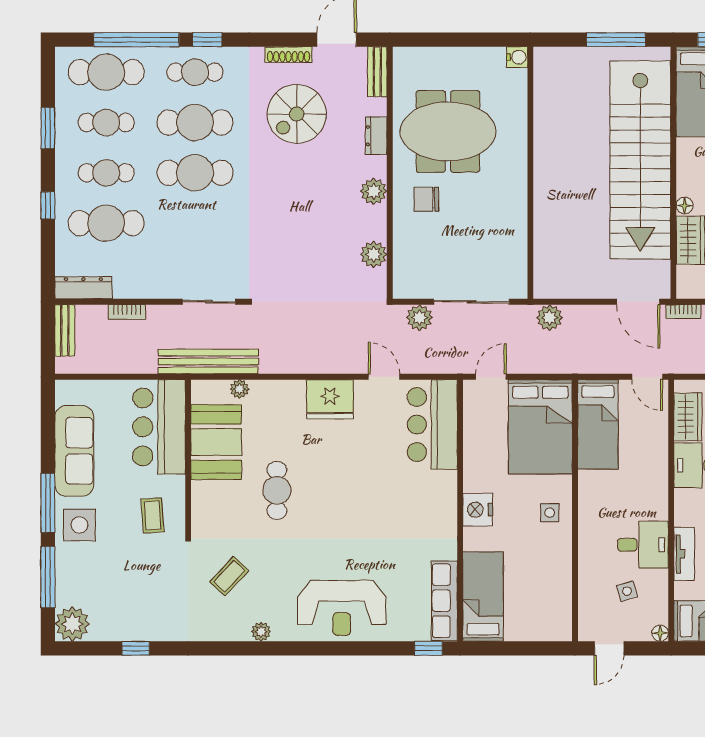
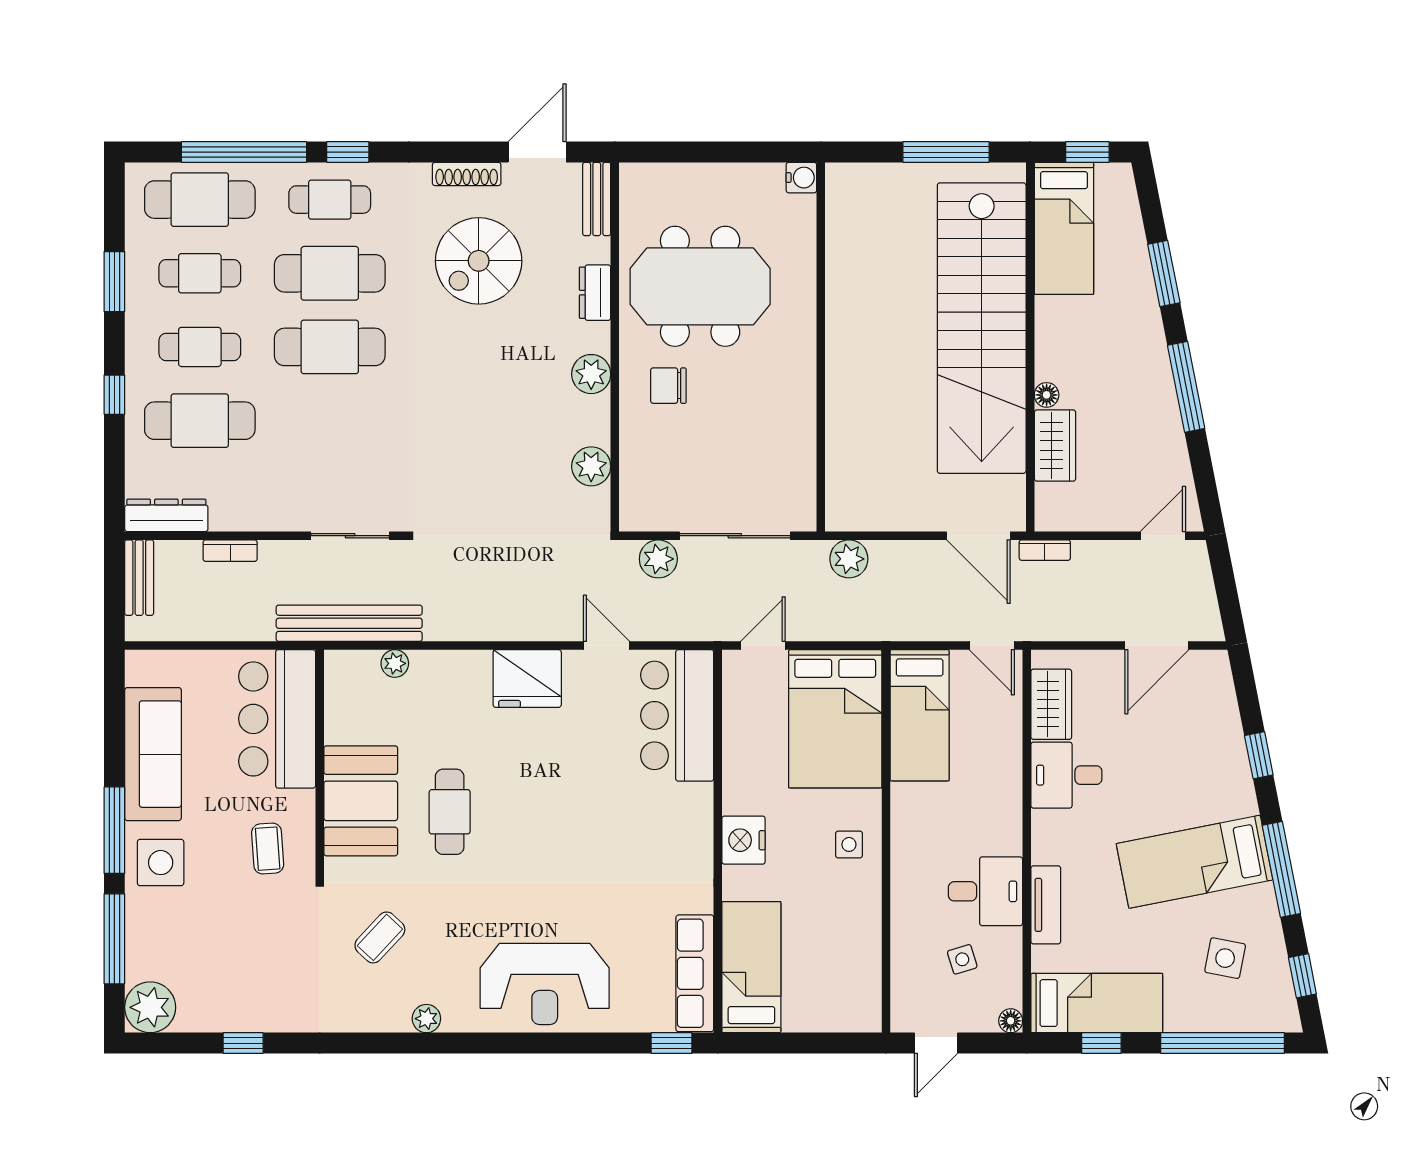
booth: (216, 442) -> (361, 801), moved

